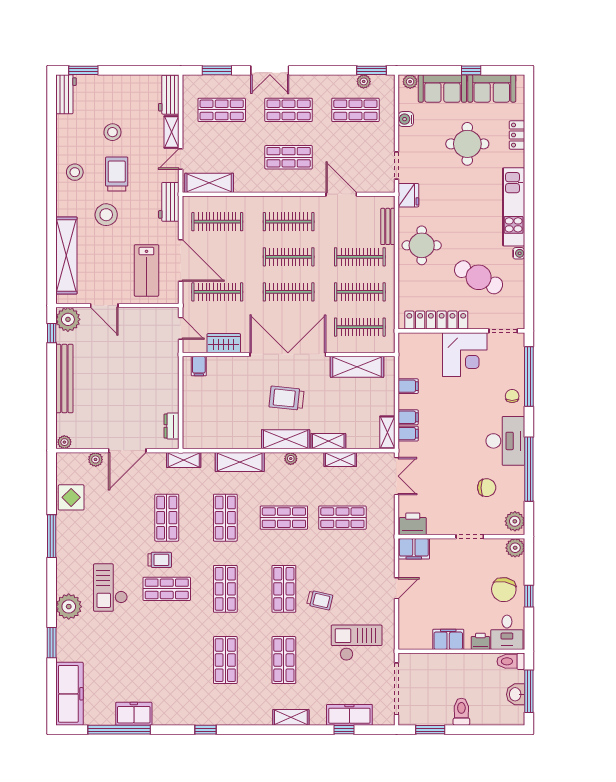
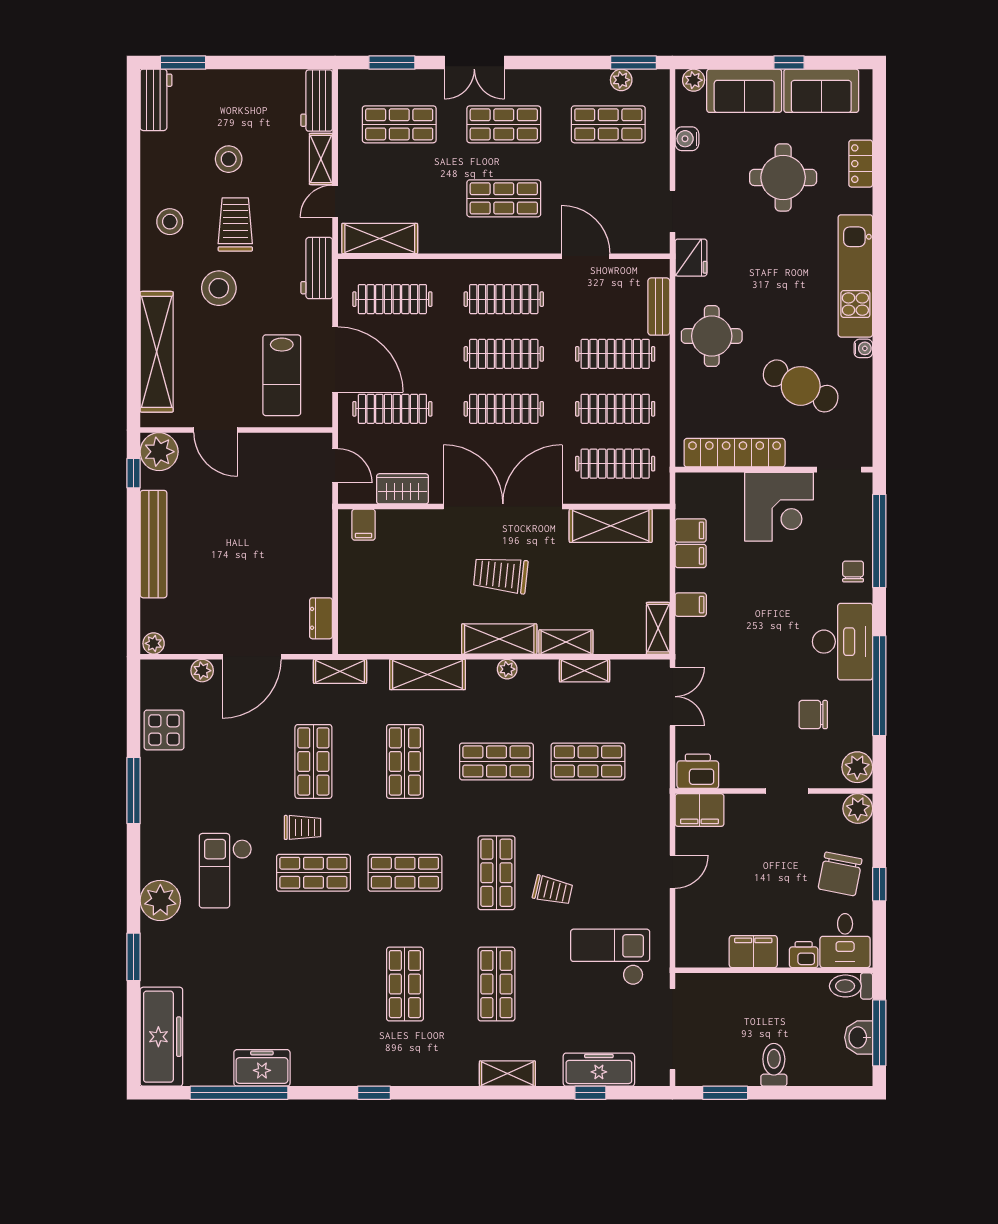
filing cabinet: (408, 434) -> (691, 530), moved
chair: (487, 488) -> (813, 715), turned 180
shop shelf: (225, 589) -> (405, 873), turned 90

